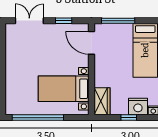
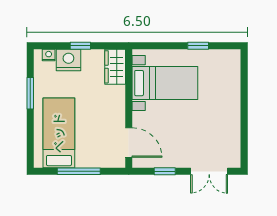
window: (118, 21) -> (79, 171), moved
window: (38, 118) -> (198, 46), width x0.32

